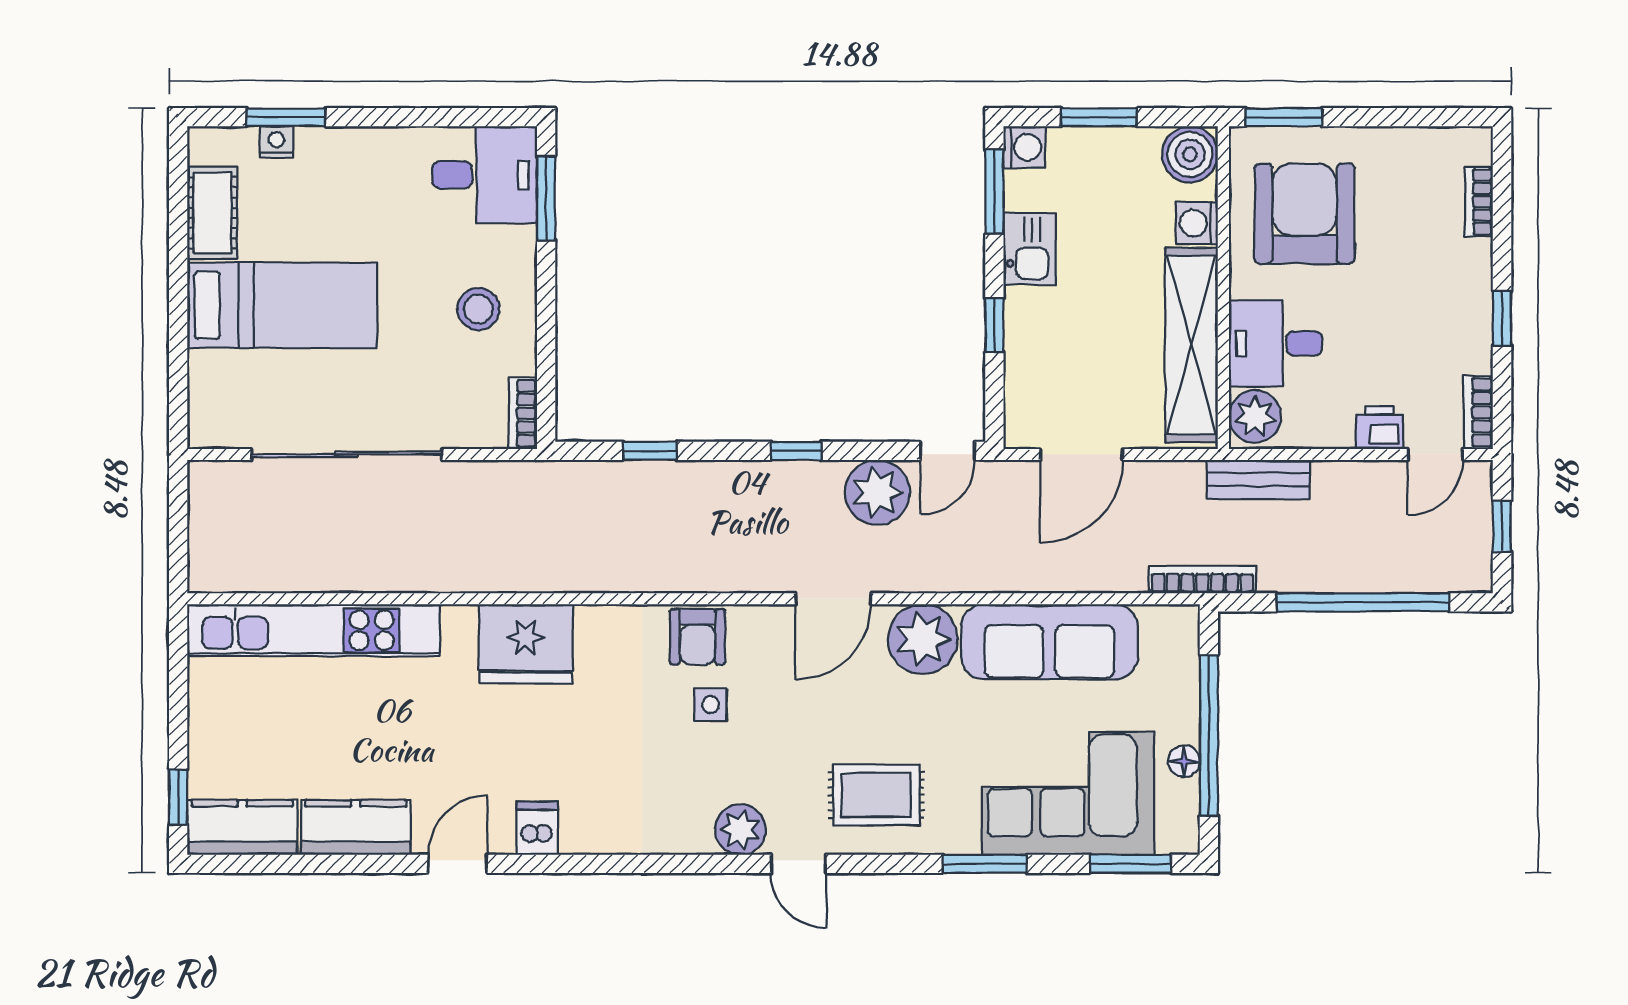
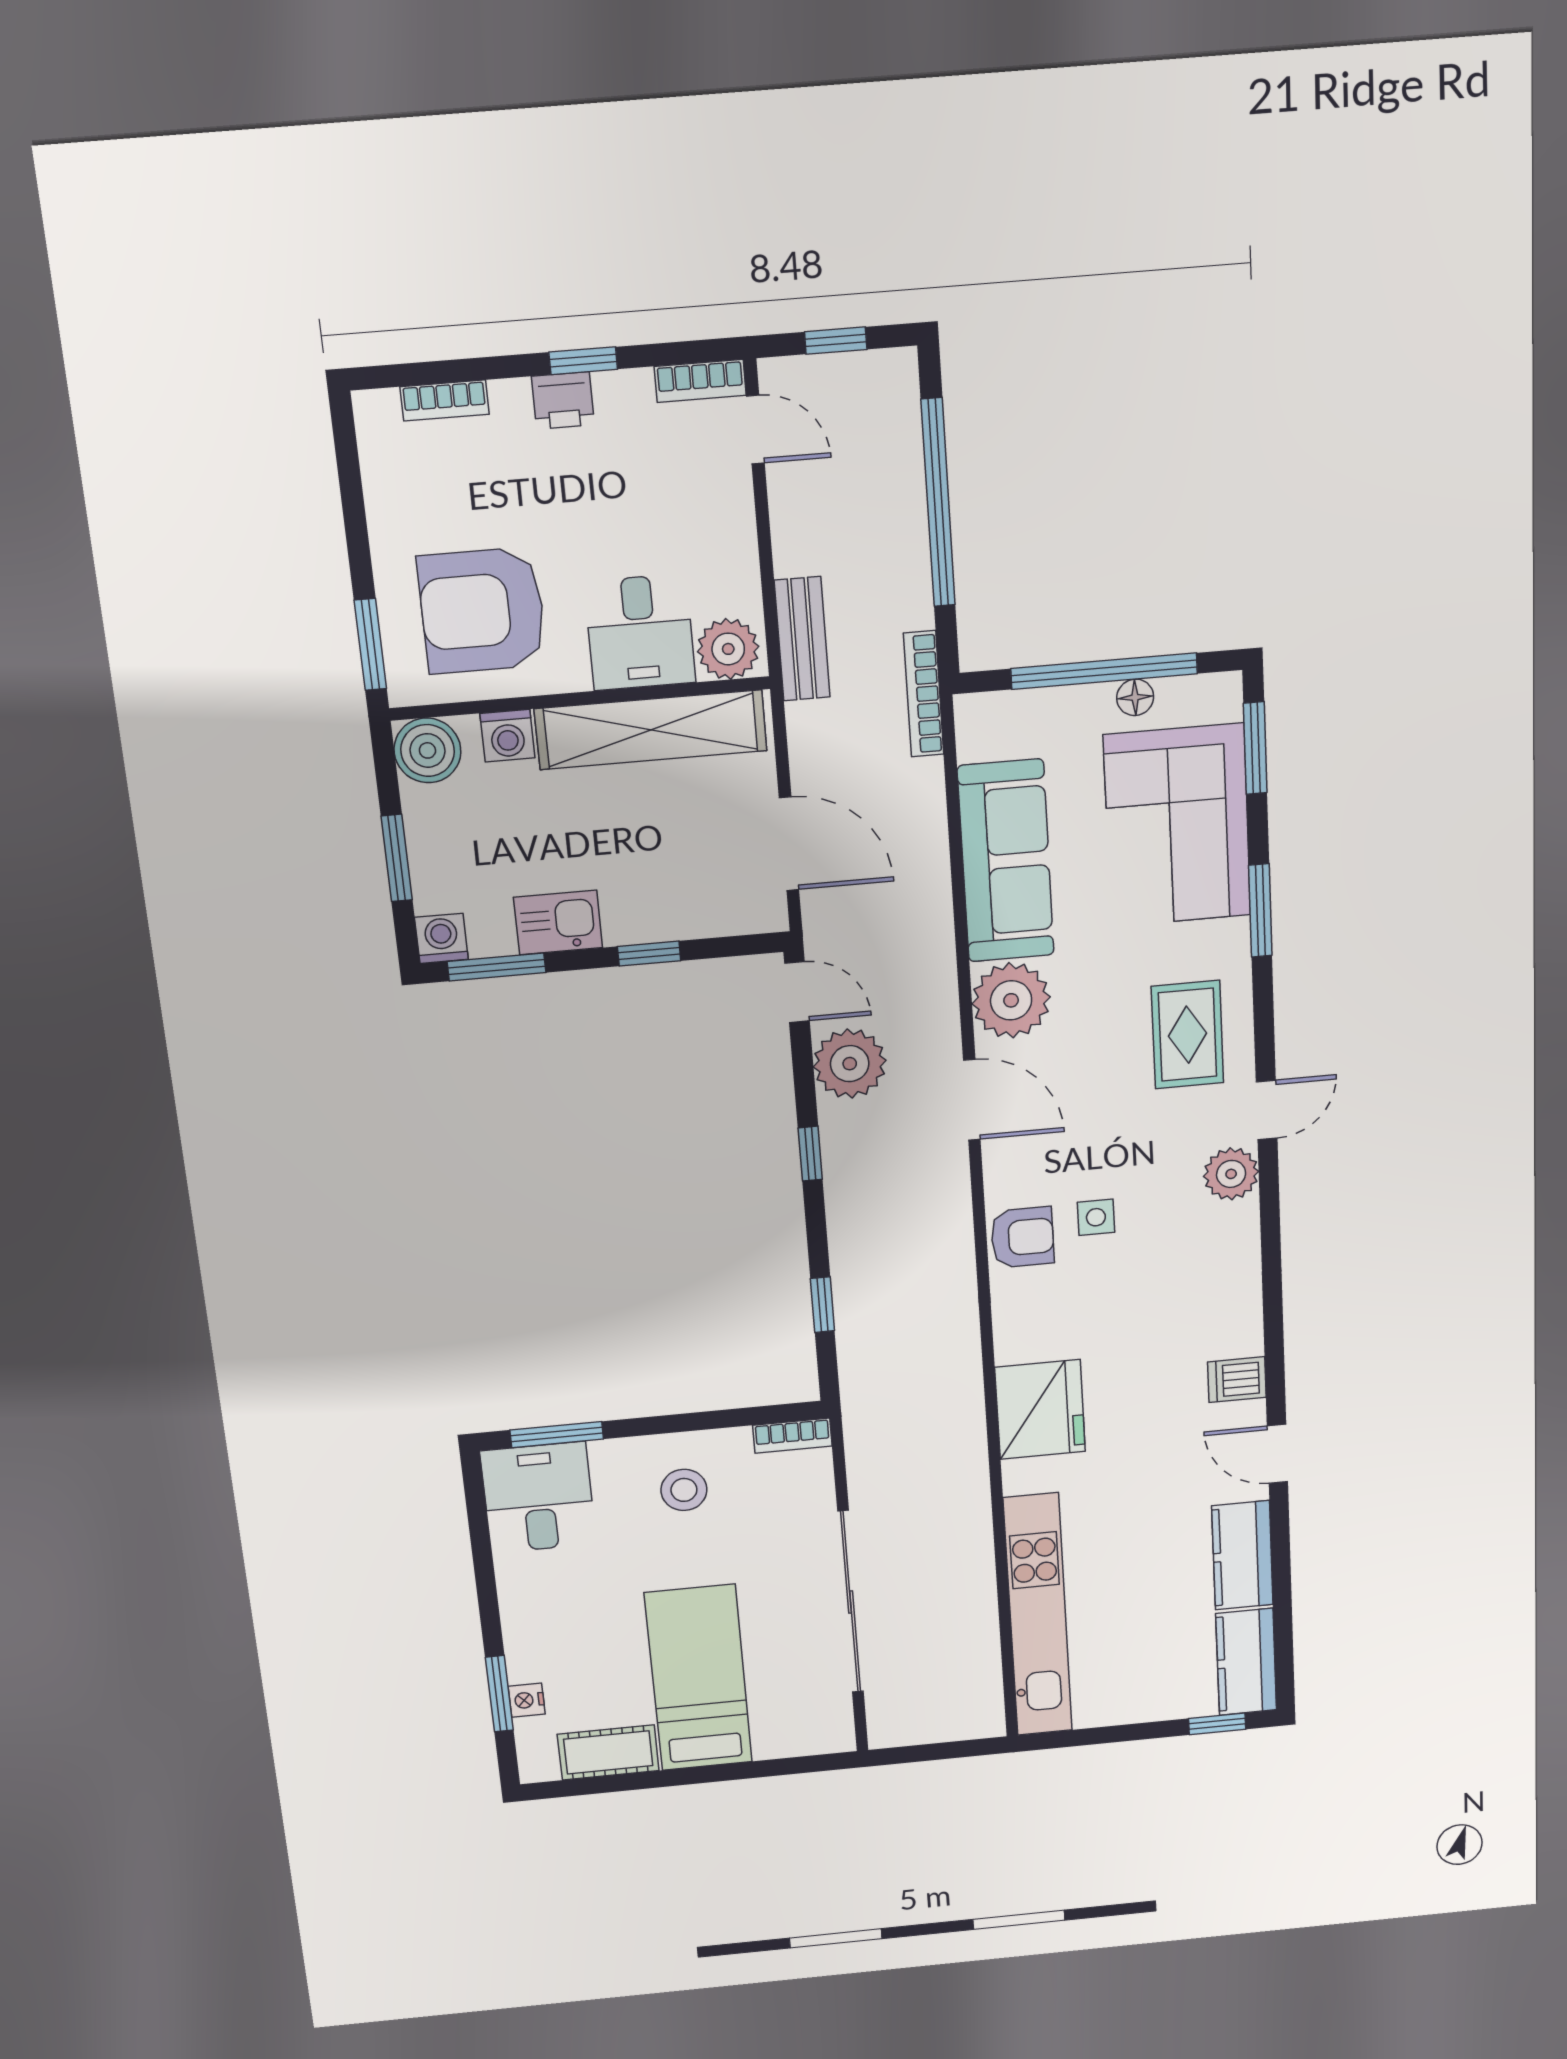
printer: (1380, 427) -> (563, 401), moved, turned -90

